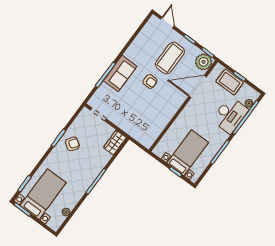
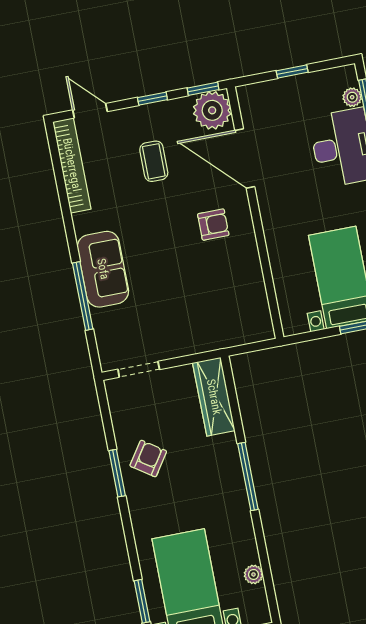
bookcase: (144, 33) -> (72, 165), added
coffee table: (170, 58) -> (154, 161), width x0.54, depth x0.58
armchair: (150, 81) -> (213, 225), moved
rug: (230, 82) -> (287, 97), removed
door: (198, 87) -> (245, 159), hinge flipped
wardrobe: (115, 142) -> (214, 397), width x1.50

